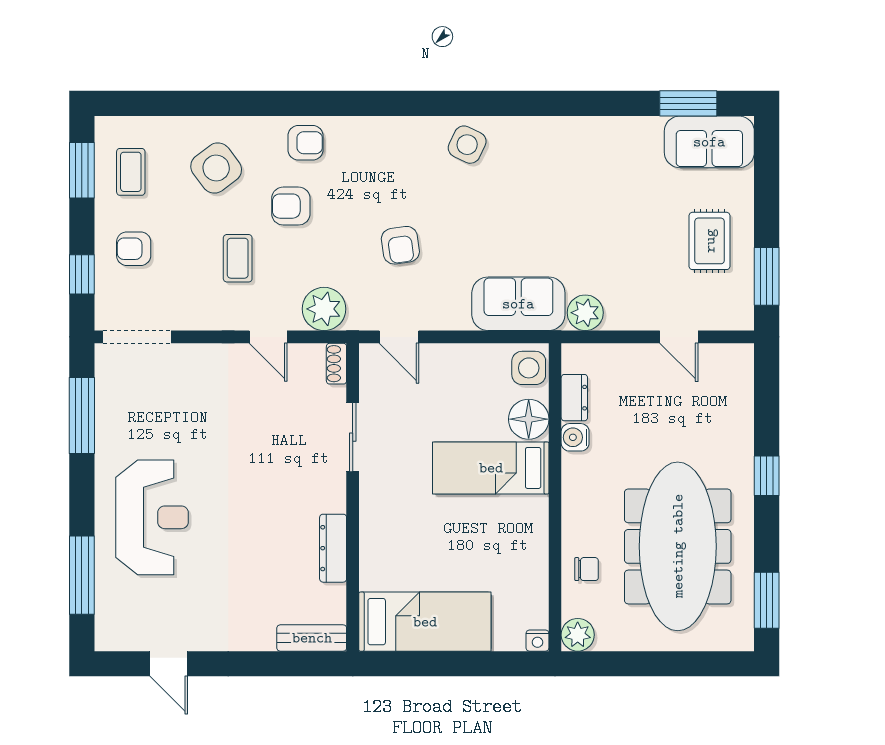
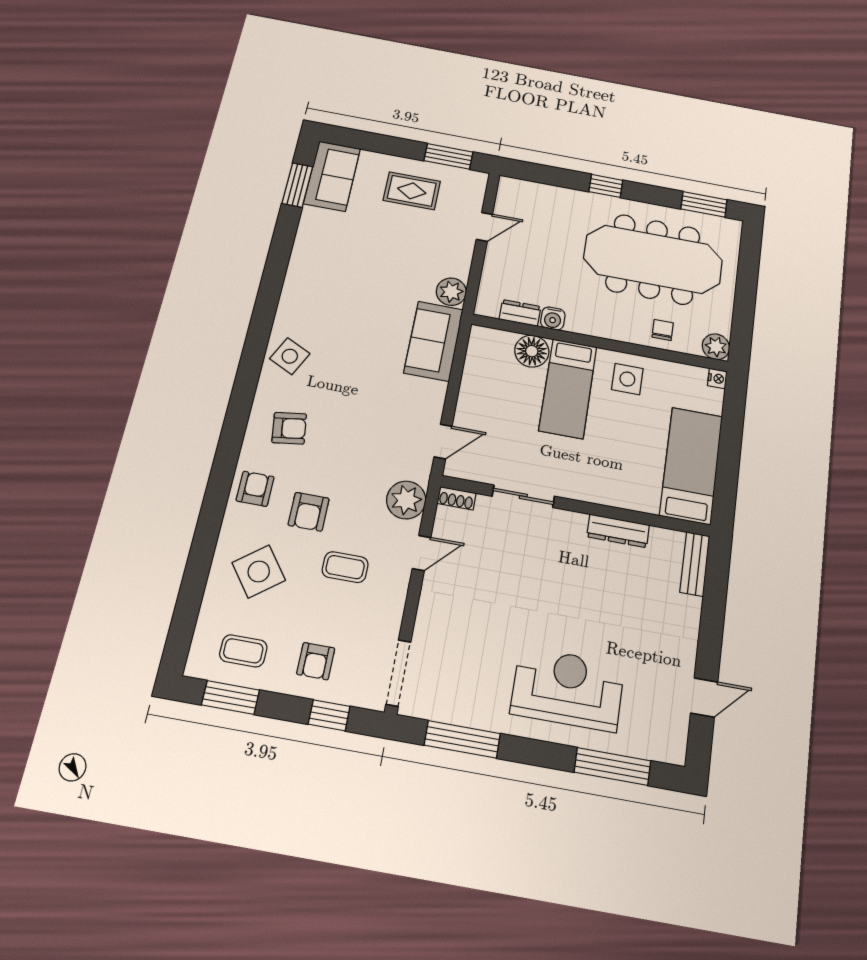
armchair: (400, 245) -> (289, 428), moved
side table: (529, 368) -> (627, 379), moved

